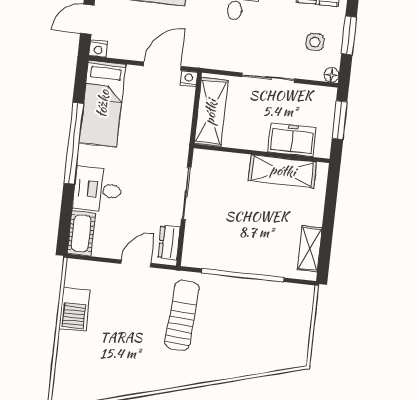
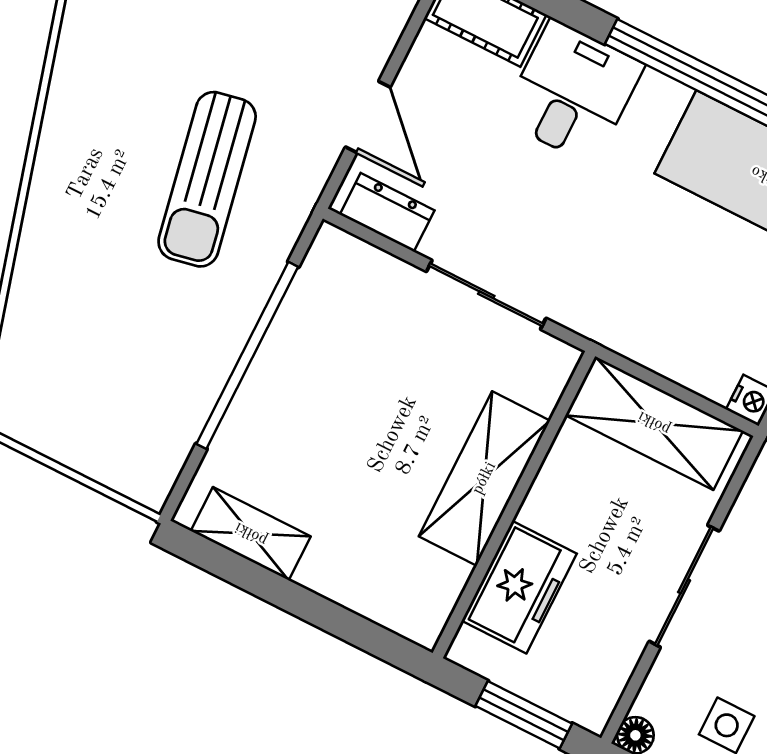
shelving: (283, 171) -> (484, 478), moved
sun lounger: (182, 315) -> (207, 179), turned 75

